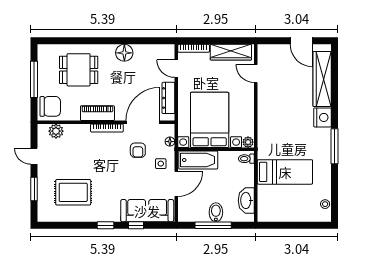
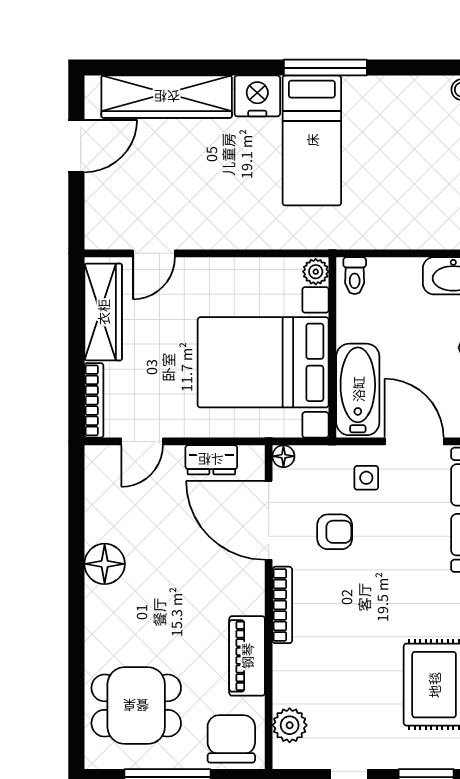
dining table: (79, 70) -> (136, 706), moved, turned 90
dresser: (168, 98) -> (211, 460), width x0.70
piano: (97, 113) -> (247, 656), moved
floor lamp: (170, 142) -> (283, 456), moved
bed: (285, 172) -> (312, 140), moved, turned 180

